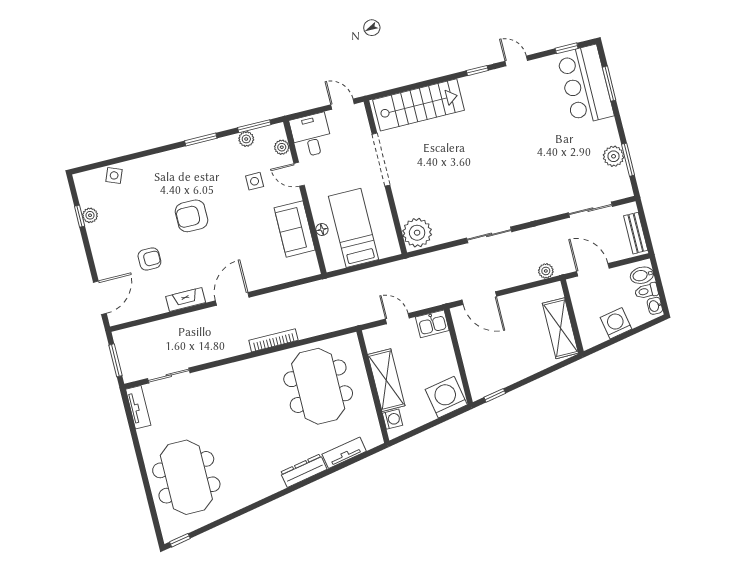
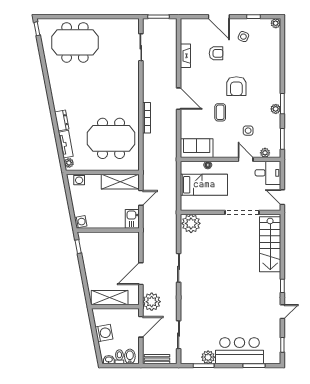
bar counter: (585, 85) -> (239, 351), moved
door: (342, 104) -> (282, 197), swing flipped
plant: (246, 139) -> (276, 109), moved
door: (299, 174) -> (246, 159), hinge flipped
side table: (114, 175) -> (243, 37), moved
plant: (90, 215) -> (276, 23), moved
armchair: (192, 216) -> (236, 86), turned 180
sofa: (295, 229) -> (197, 148), moved
coffee table: (237, 230) -> (220, 112), added
armchair: (149, 259) -> (216, 53), turned -90
plant: (546, 271) -> (152, 302), width x1.88, depth x1.88
door: (100, 298) -> (219, 17), moved
door: (479, 298) -> (141, 274), moved
fireplace: (186, 300) -> (185, 56), moved
shelving: (386, 380) -> (120, 182), moved
washing machine: (446, 397) -> (81, 222), width x0.53, depth x0.53
tv unit: (138, 407) -> (126, 23), removed
plant: (371, 441) -> (69, 163), added
dresser: (304, 471) -> (62, 120), width x0.70

